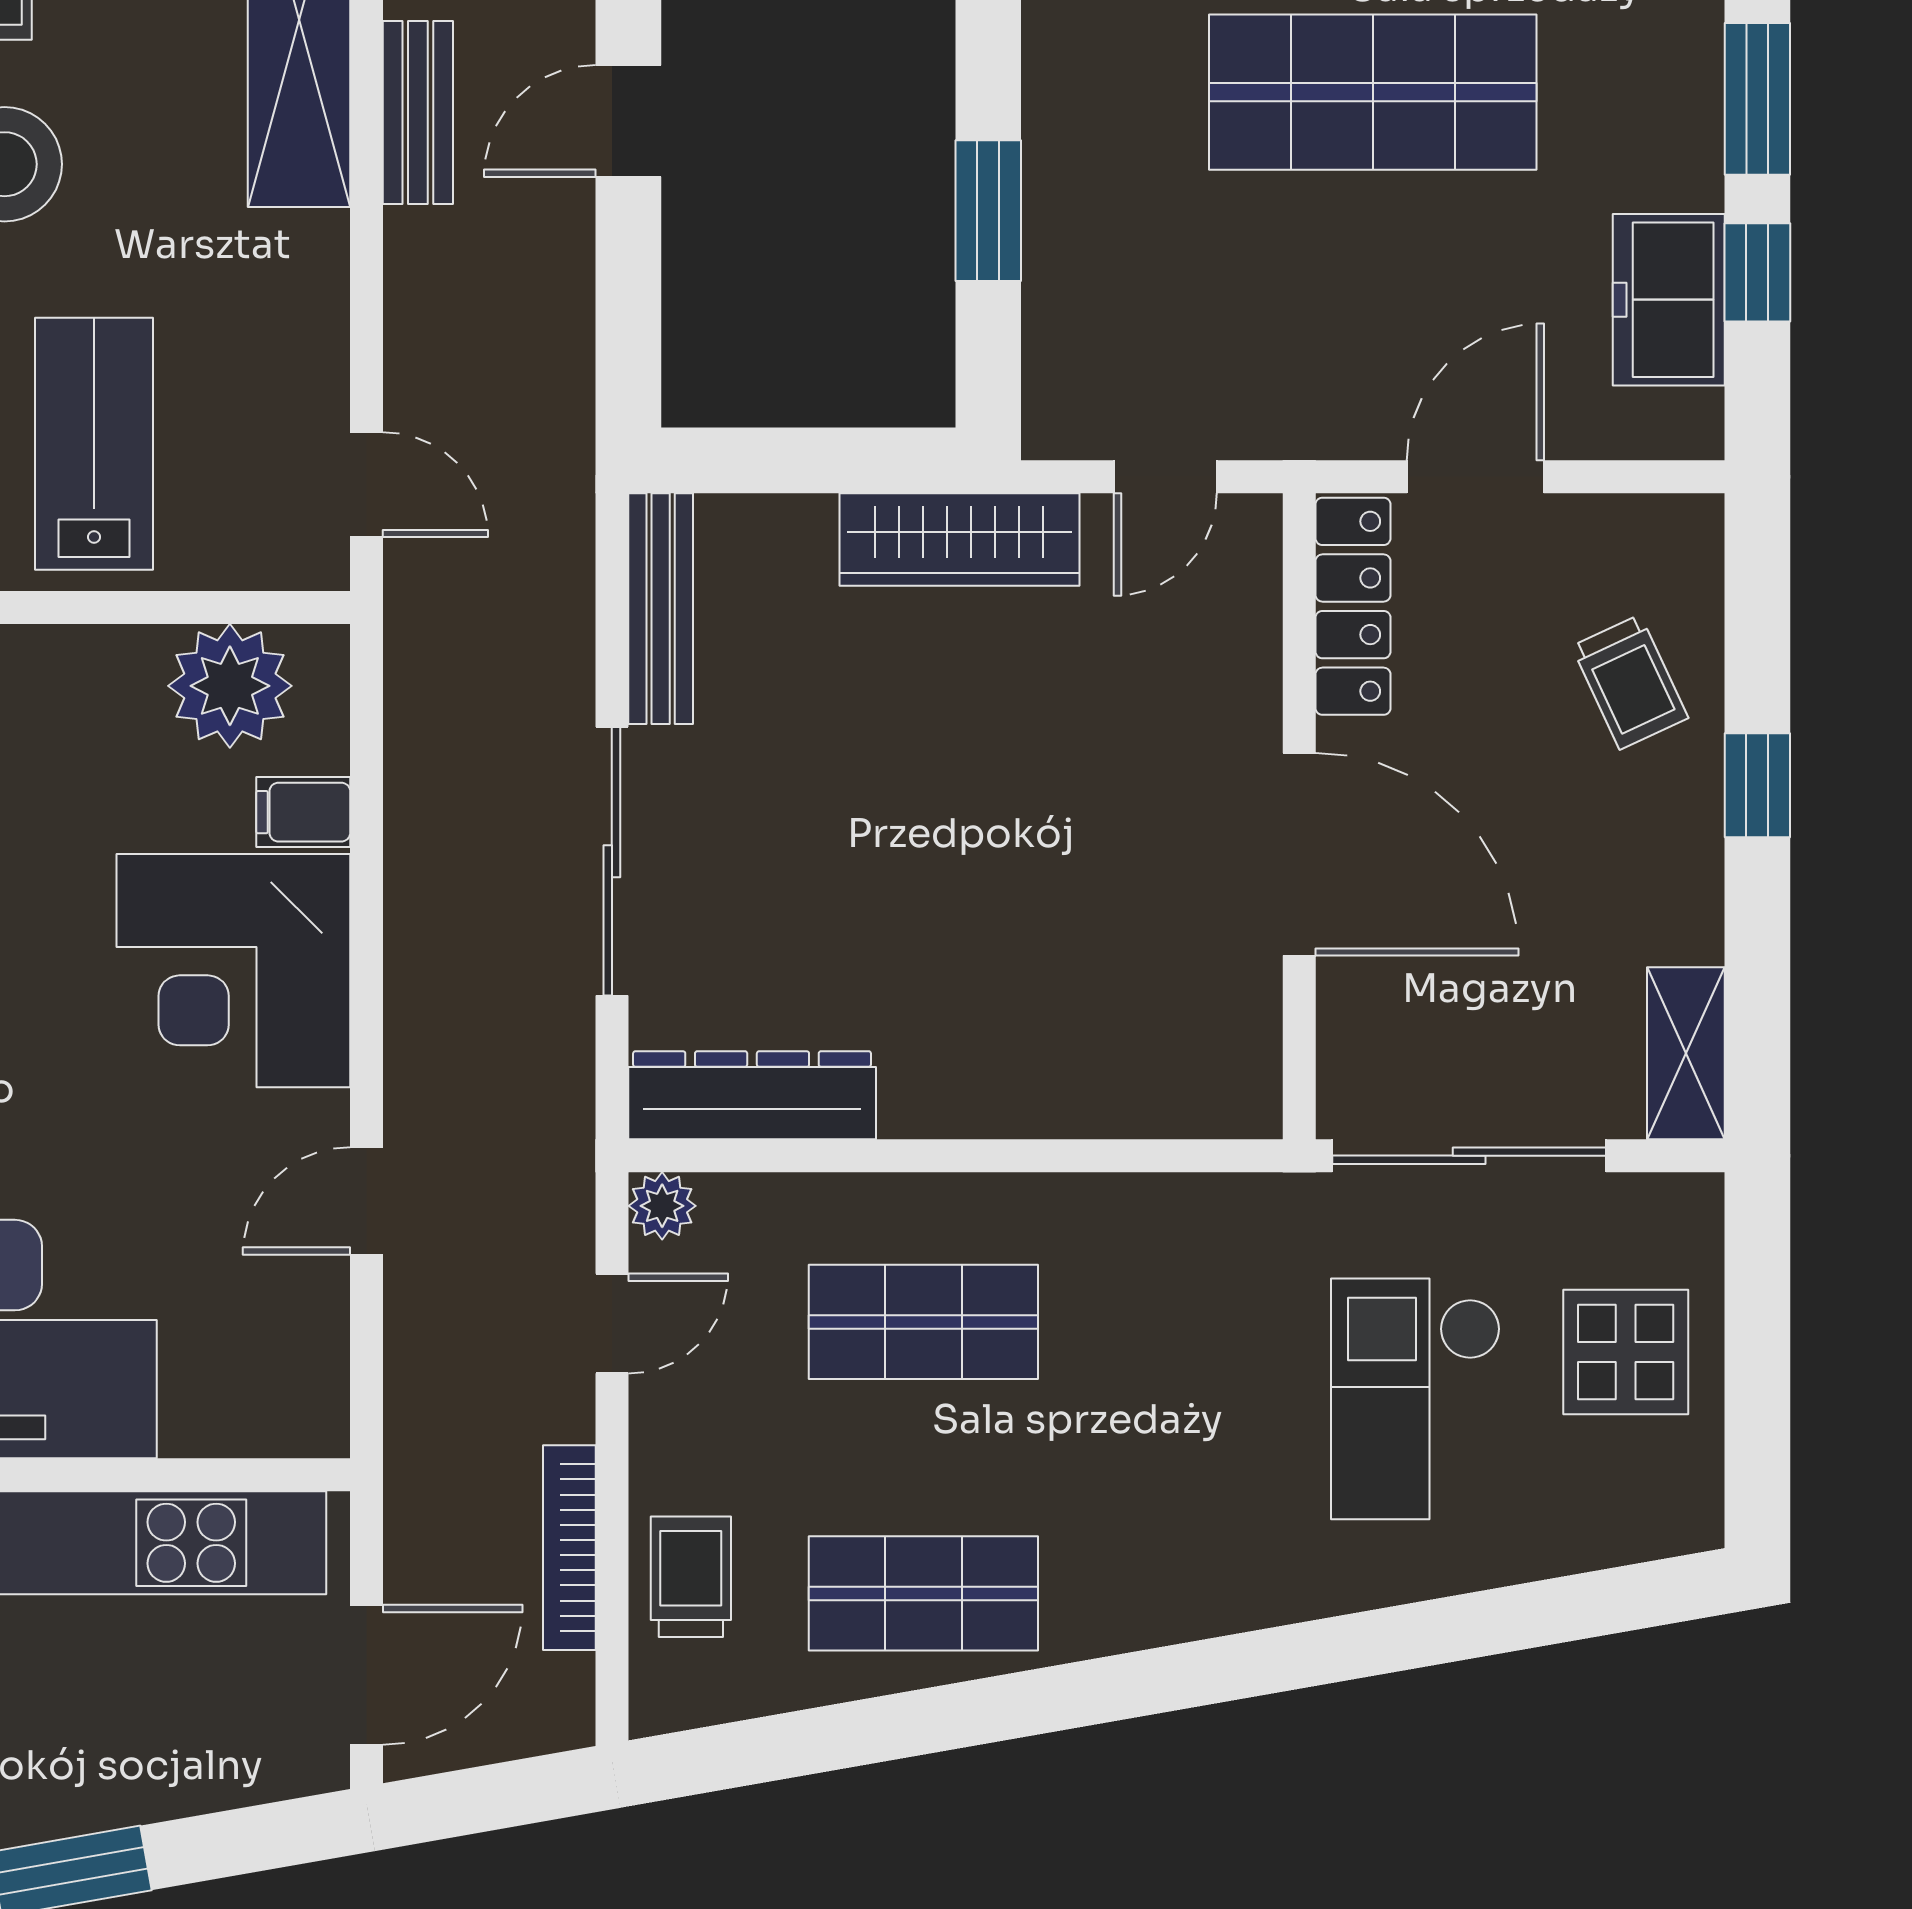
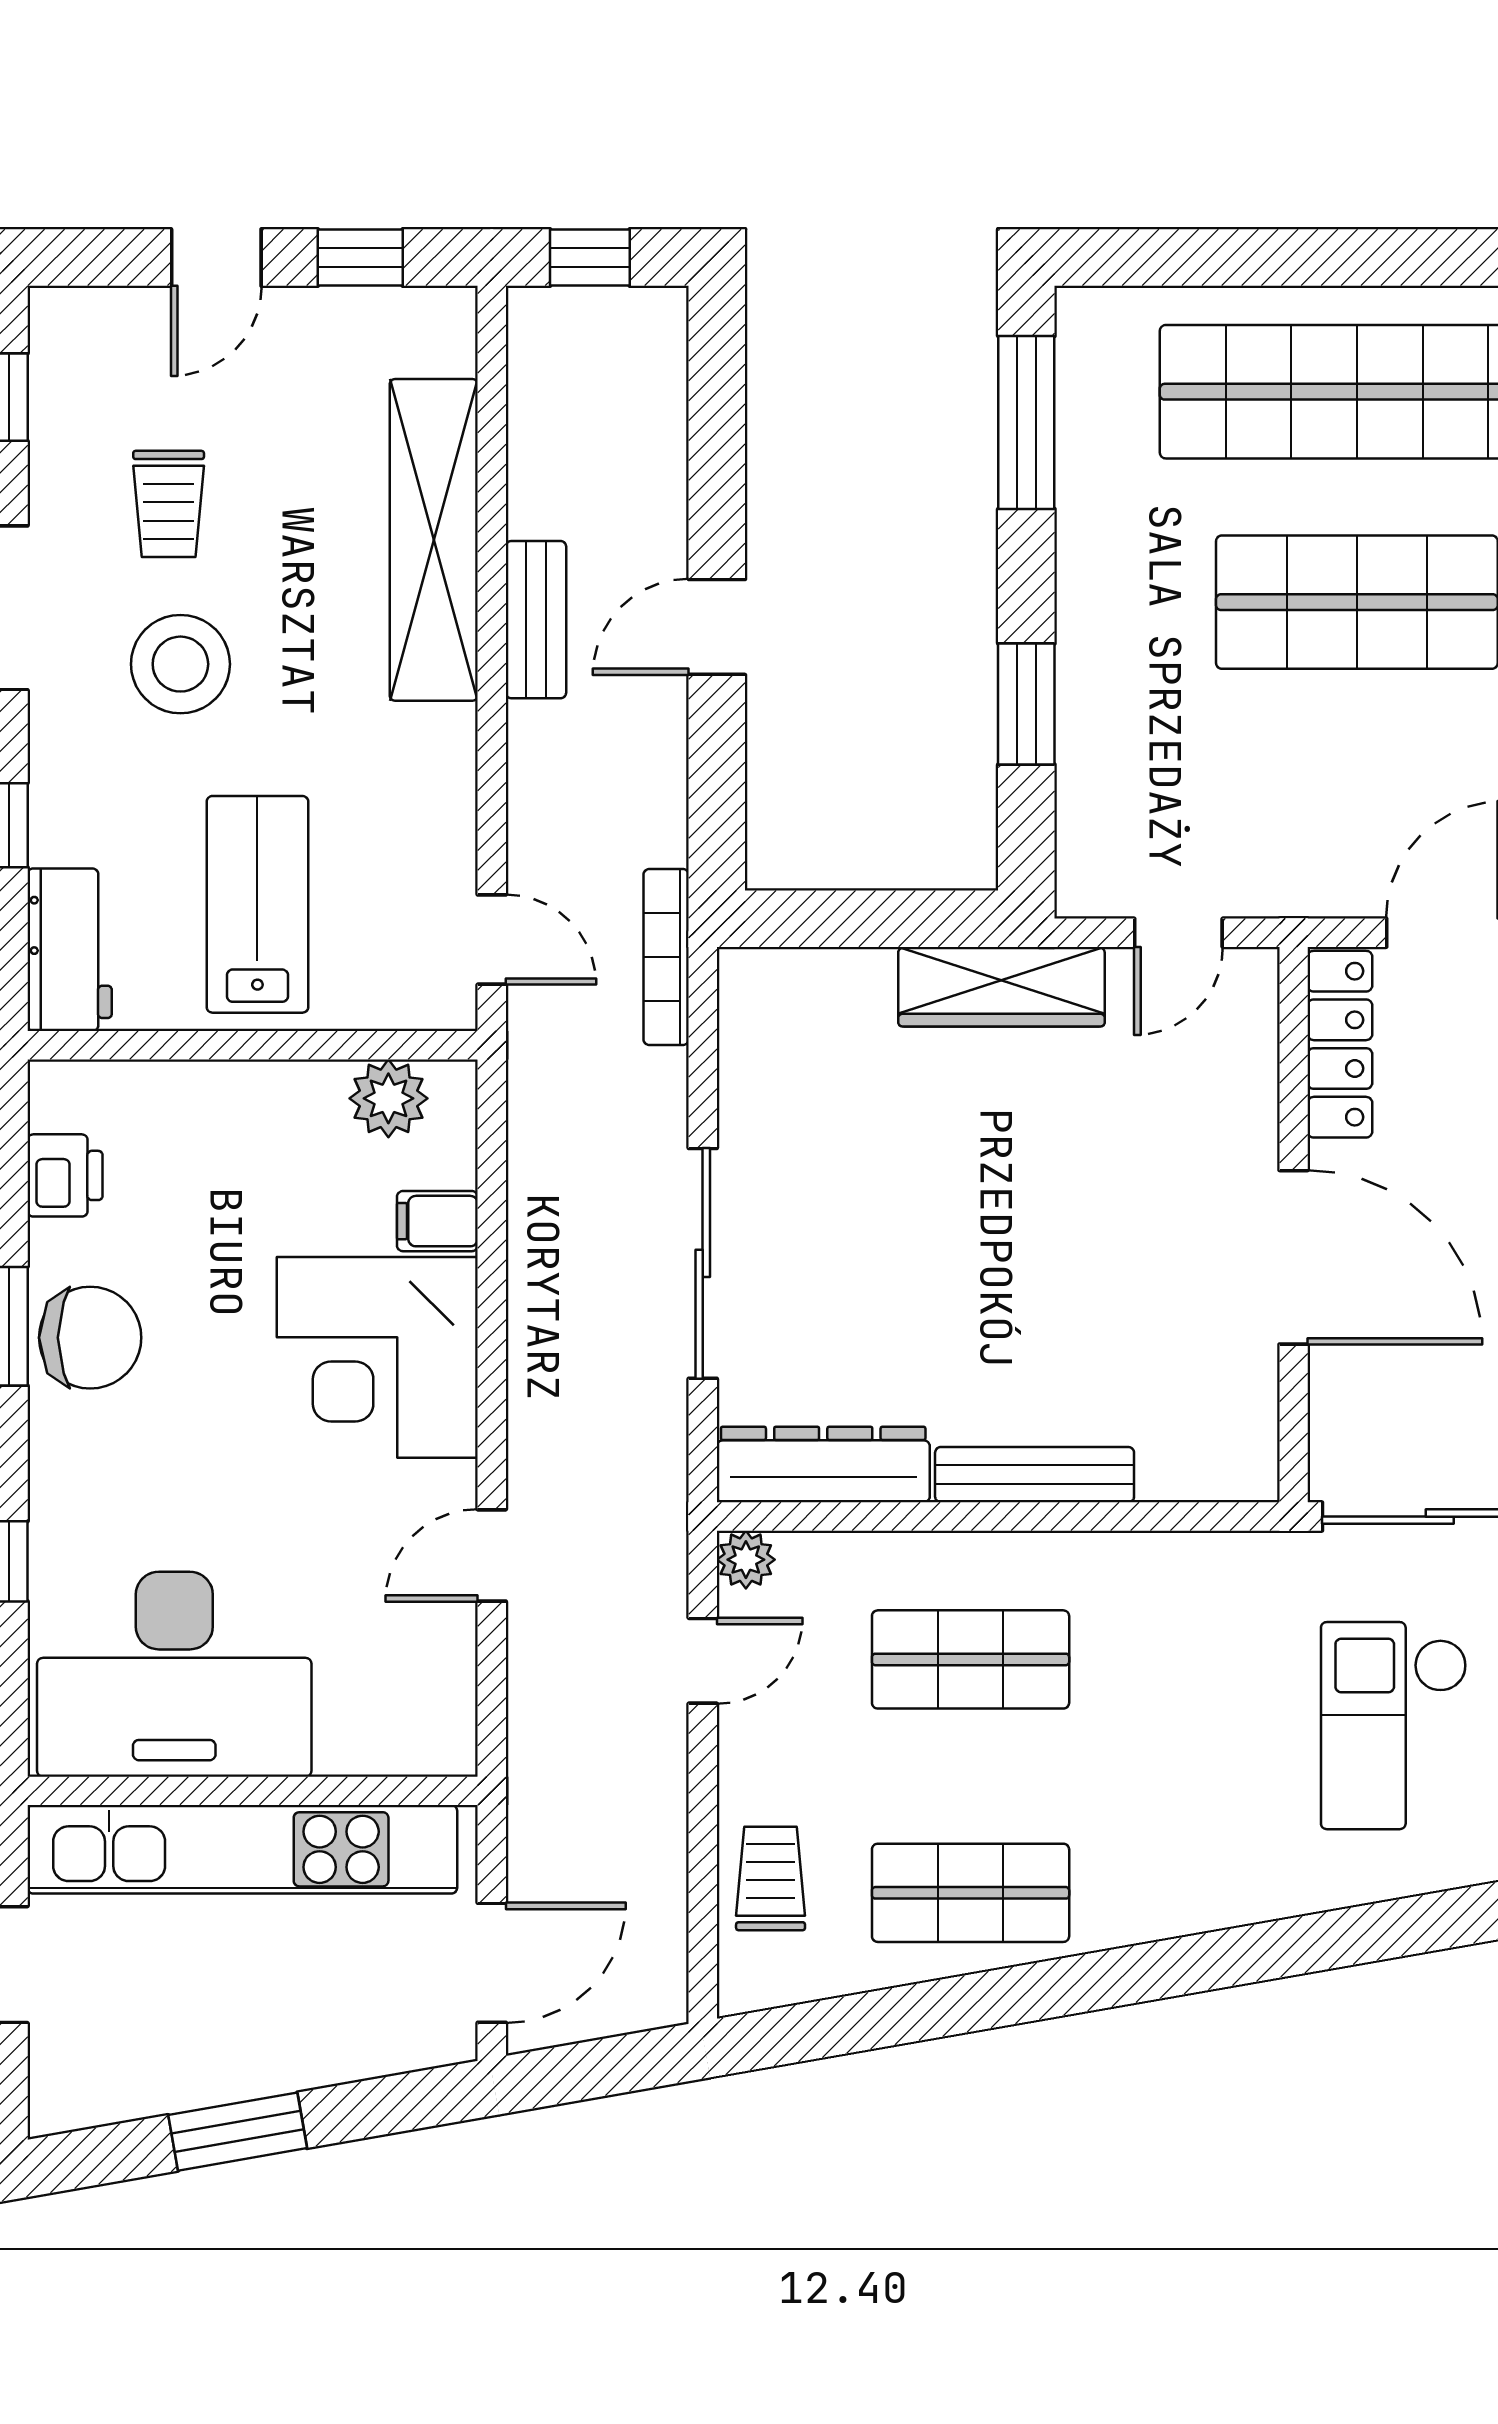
bench: (661, 609) -> (1035, 1475), moved, turned 90
plant: (230, 686) -> (388, 1098), width x0.73, depth x0.73
bookcase: (569, 1548) -> (666, 957), moved

